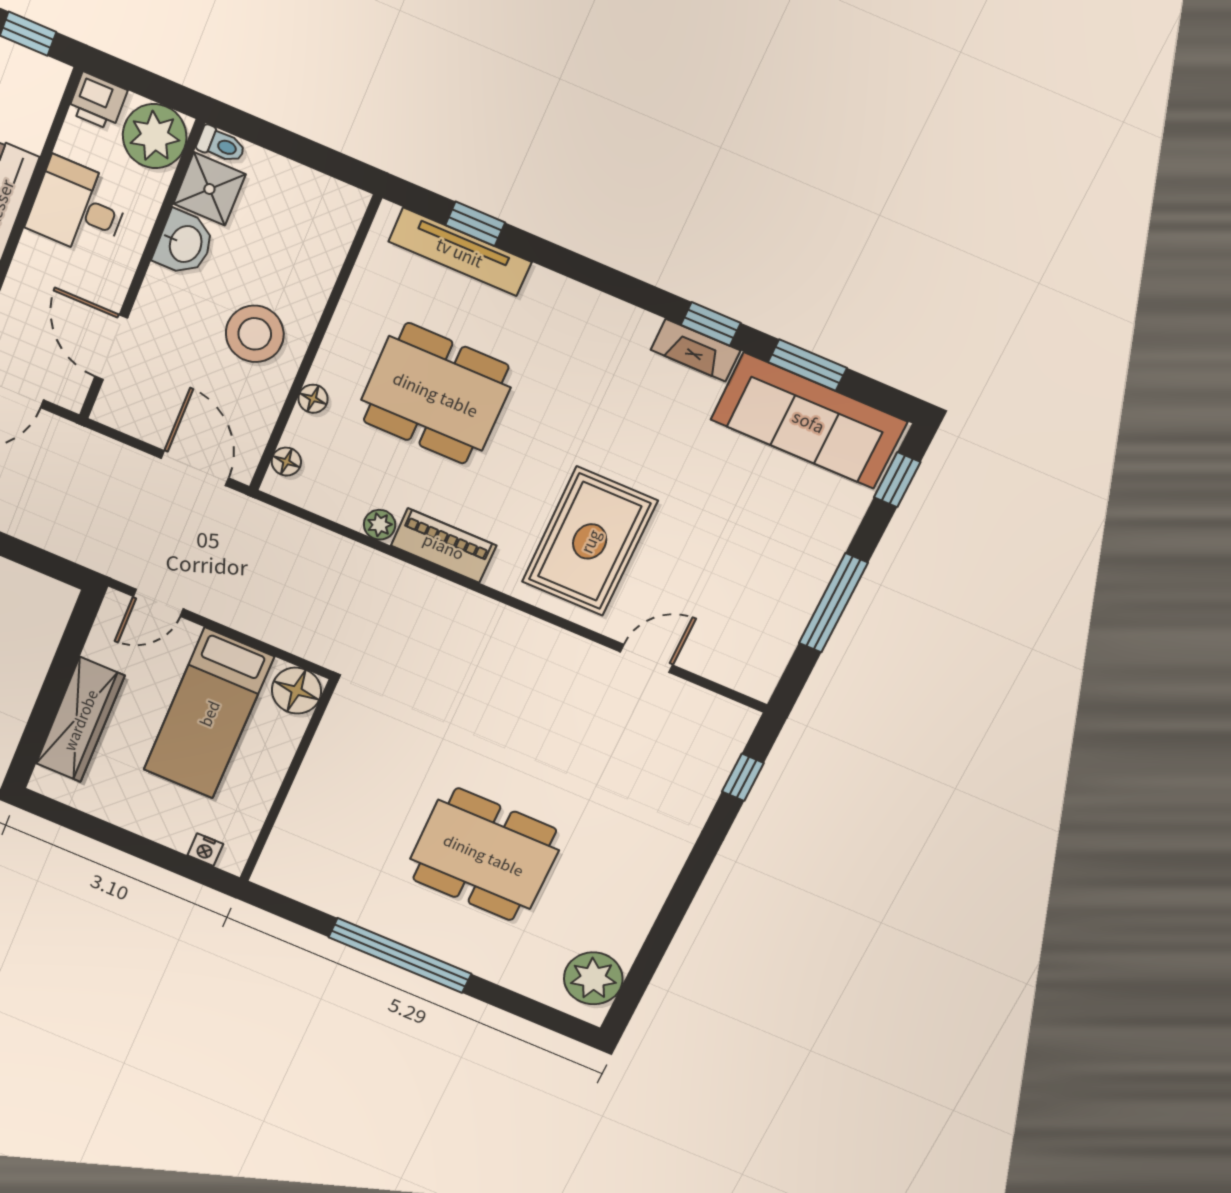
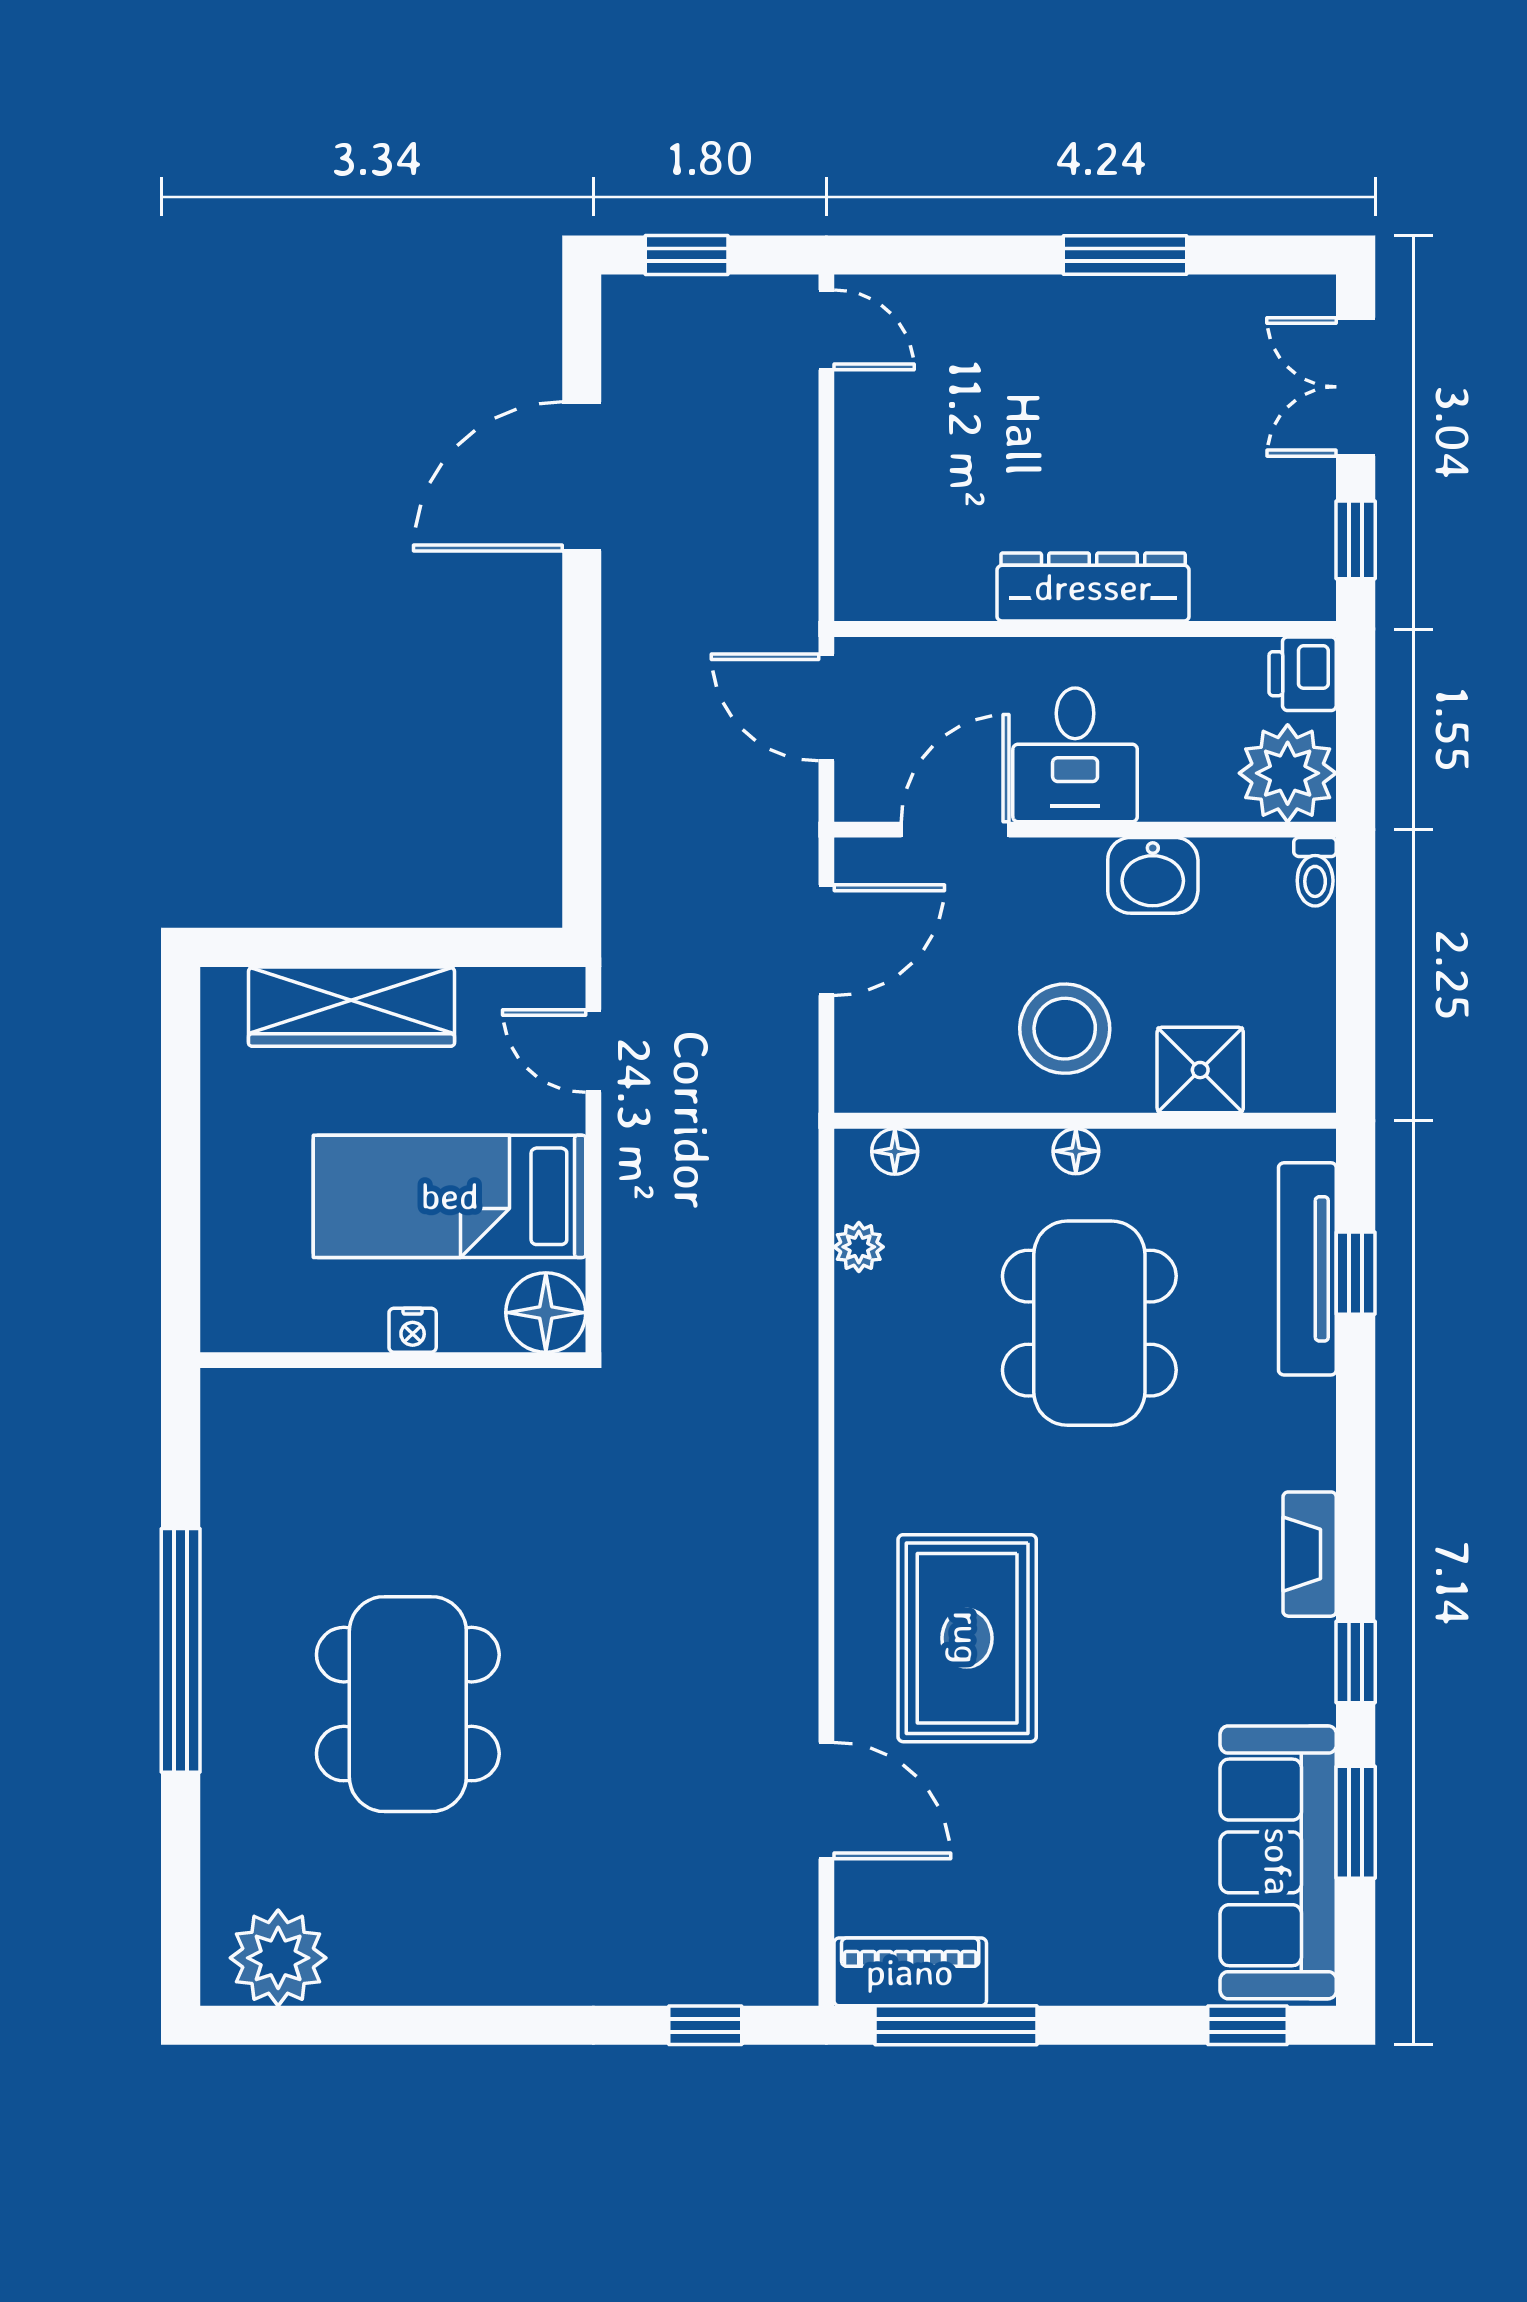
shower: (209, 189) -> (1200, 1070), moved
desk: (78, 207) -> (1075, 755), moved, turned 180
fireplace: (696, 350) -> (1310, 1554), moved
floor lamp: (313, 399) -> (1076, 1151), moved
door: (195, 468) -> (826, 940), moved
plant: (380, 525) -> (859, 1247), moved
rug: (590, 541) -> (967, 1638), turned 90
piano: (444, 546) -> (910, 1972), moved, turned -90
window: (833, 603) -> (956, 2025), moved
door: (646, 658) -> (826, 1801), width x1.38
nightstand: (205, 850) -> (413, 1330), moved, turned -90

